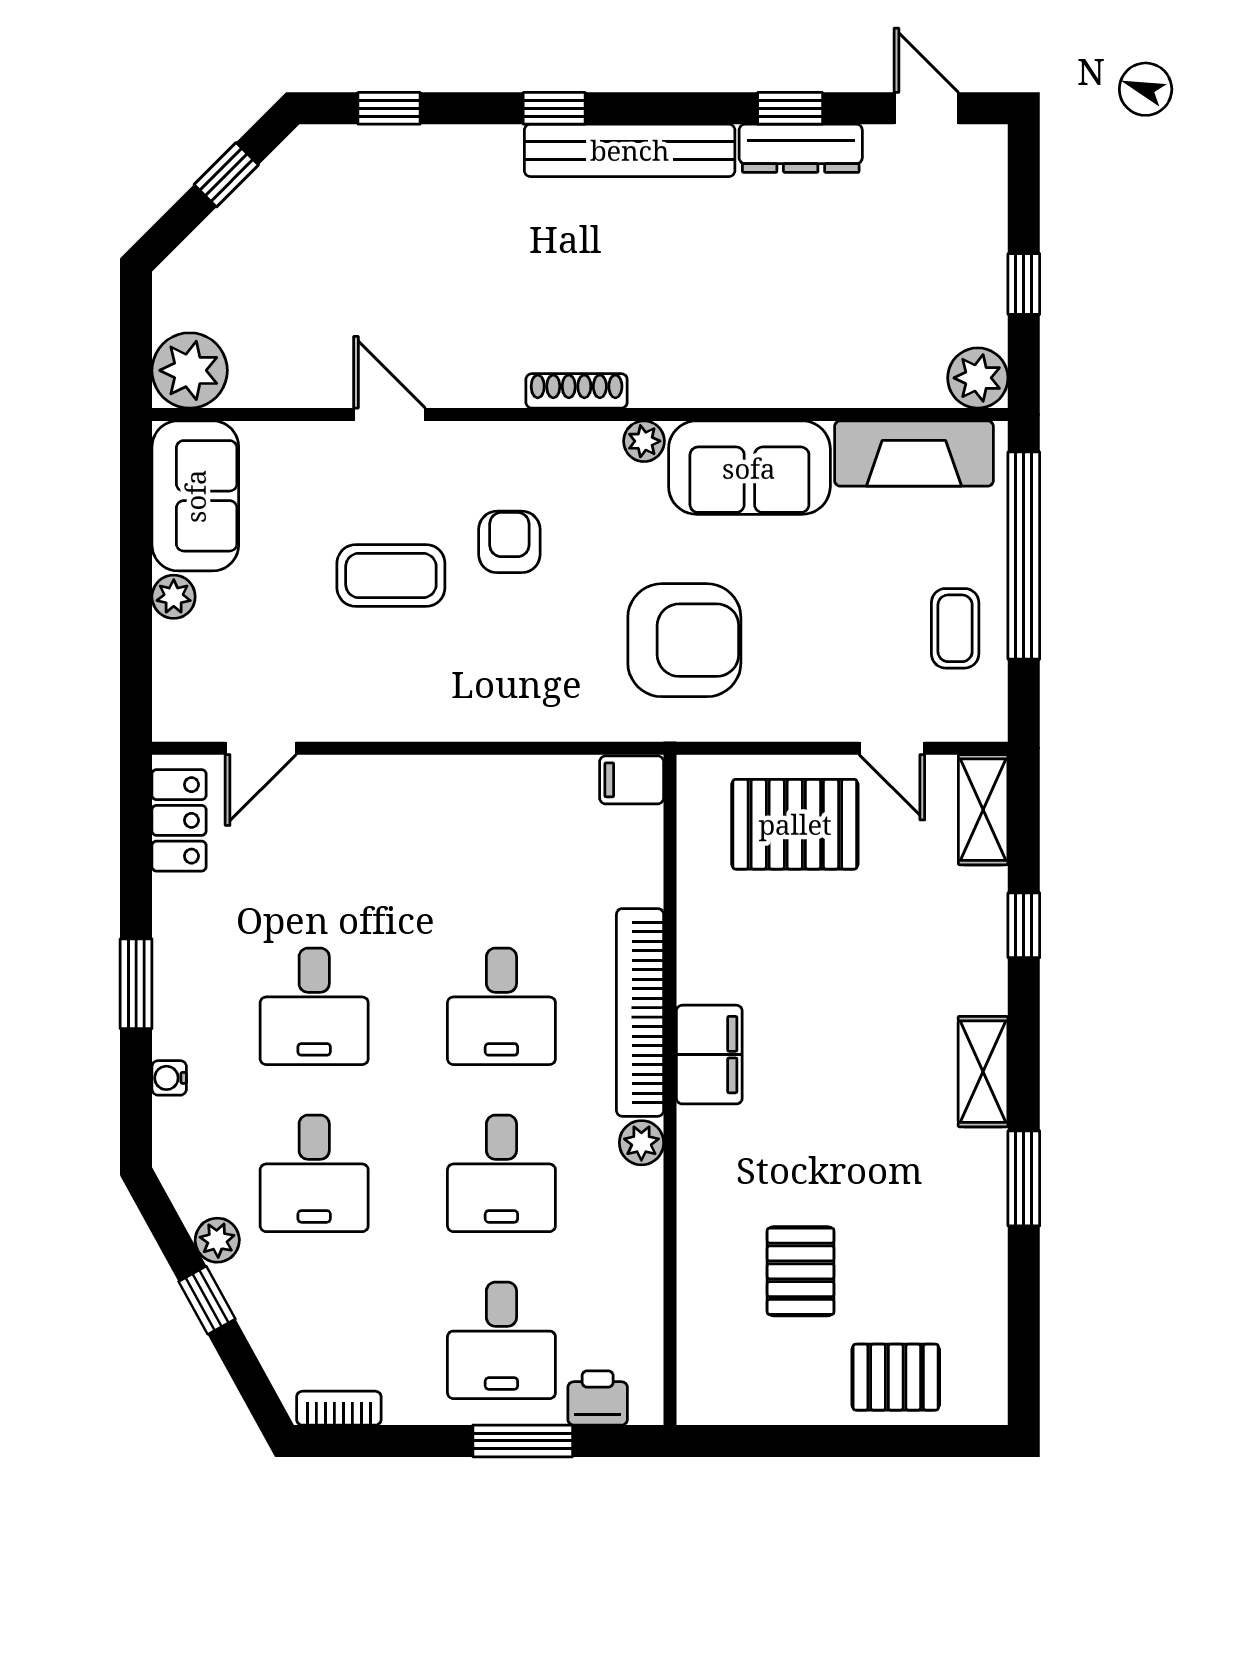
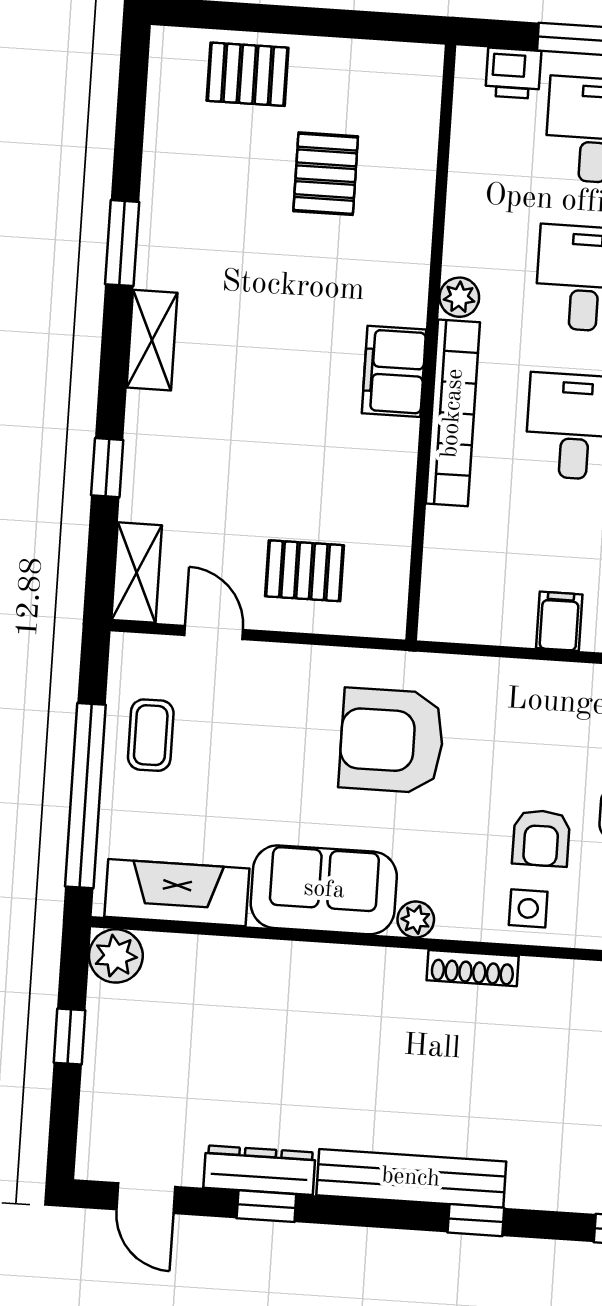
side table: (519, 462) -> (528, 908), added
filing cabinet: (632, 780) -> (559, 621), moved, turned -90
pallet: (795, 824) -> (304, 571), width x0.67, depth x0.71

